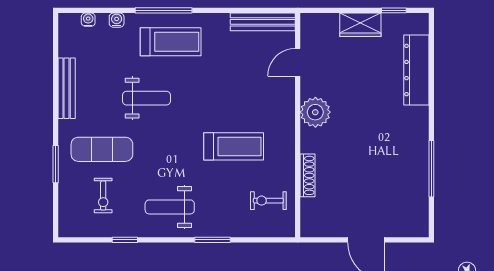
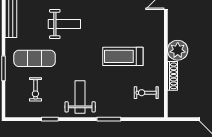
plant: (315, 112) -> (178, 50), moved
treadmill: (234, 146) -> (123, 56), turned 180
weight bench: (170, 207) -> (80, 97), turned 90

